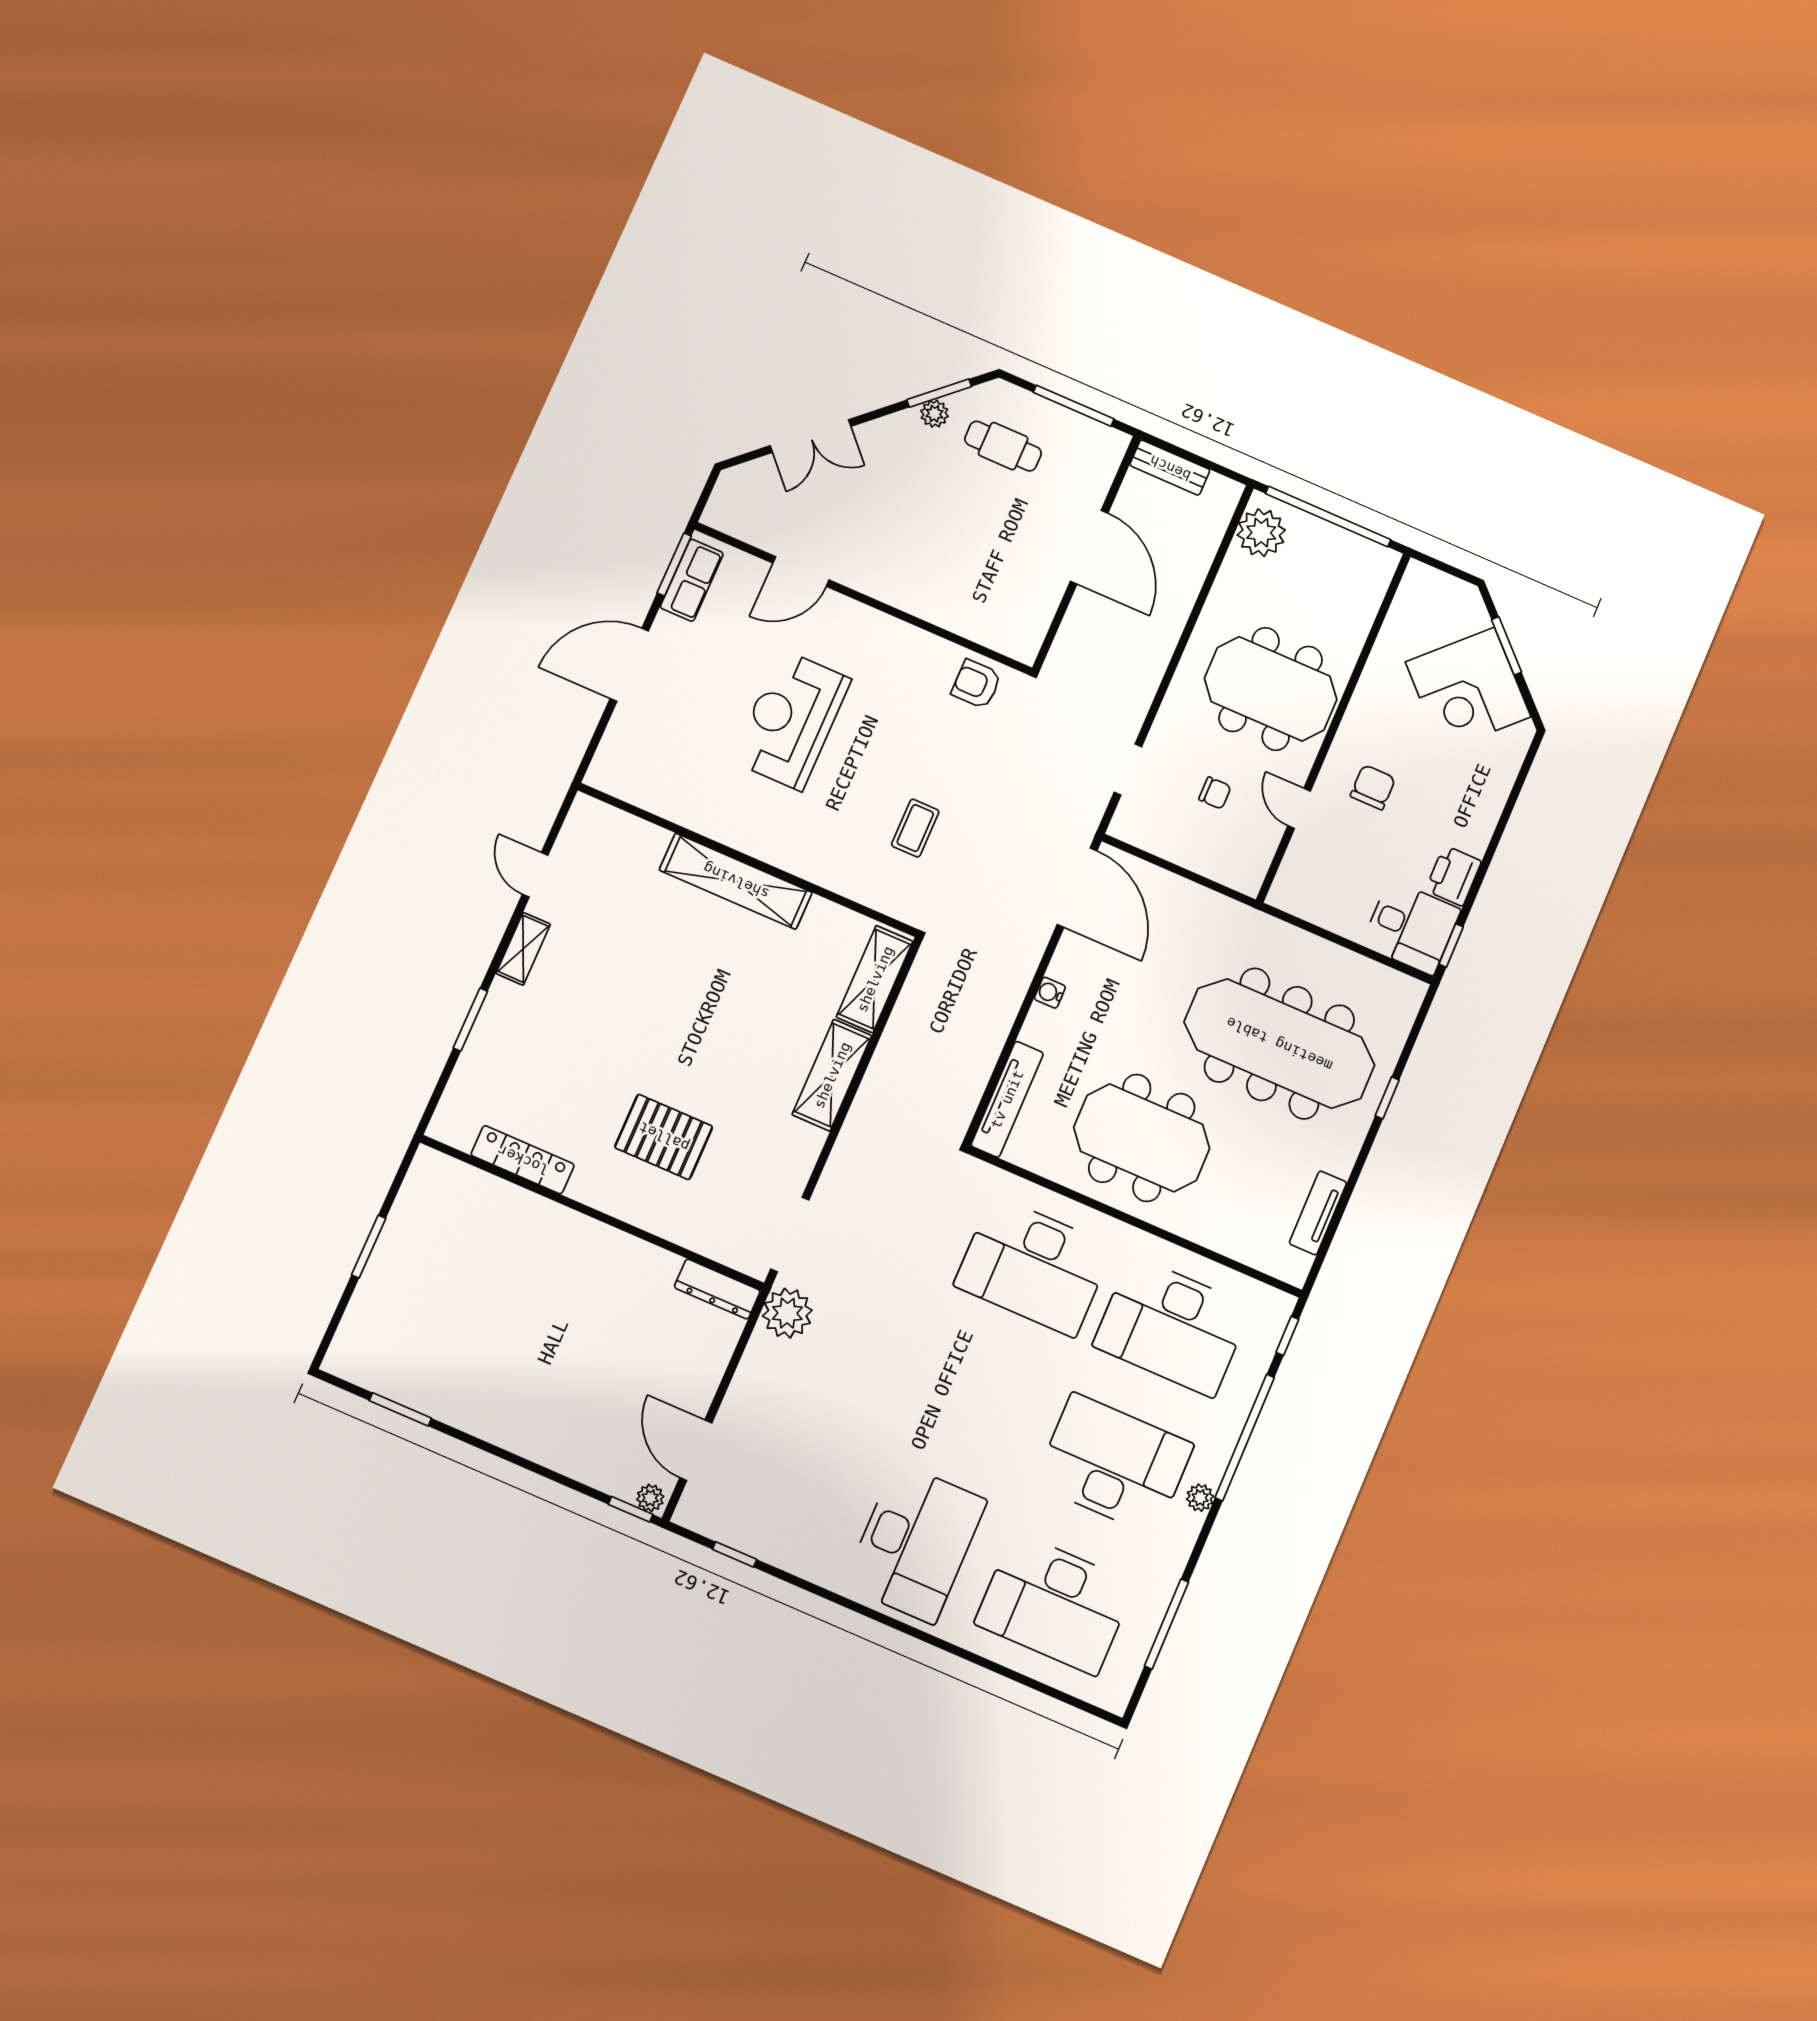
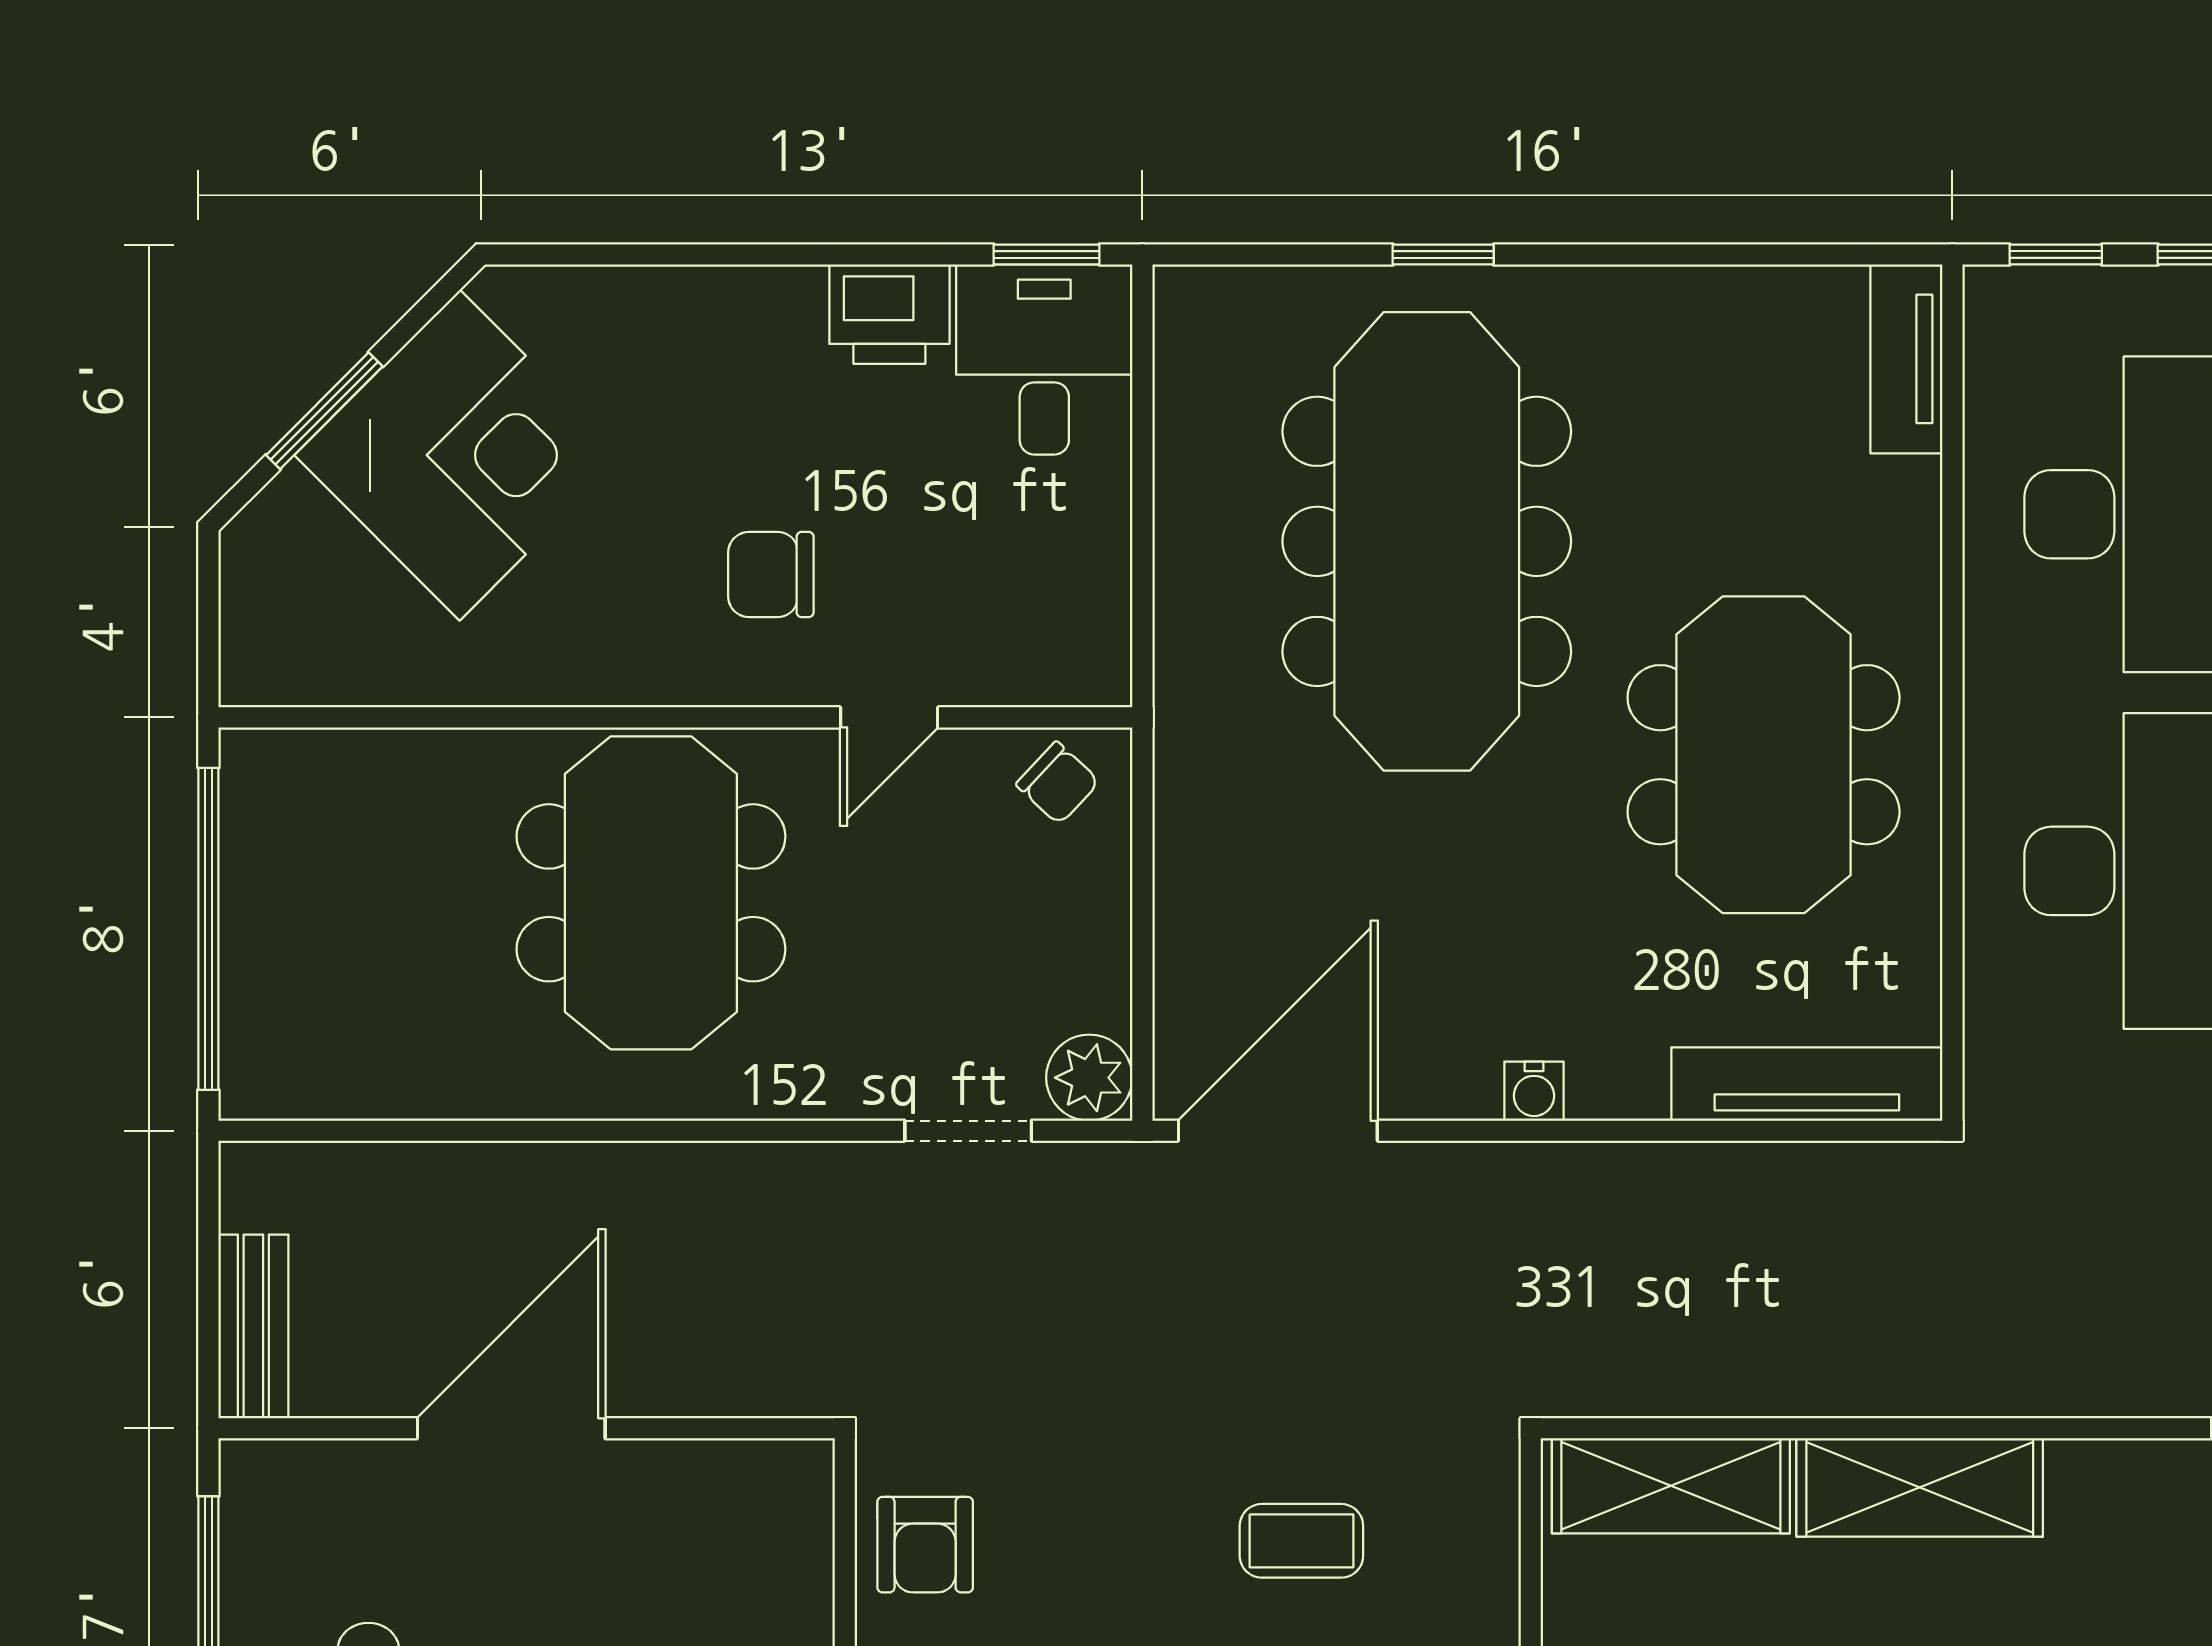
plant: (1261, 533) -> (1089, 1078), moved, width x0.73, depth x0.73
chair: (1215, 793) -> (1058, 783), moved, turned 133
tv unit: (1318, 1213) -> (1906, 359), moved, turned 90

